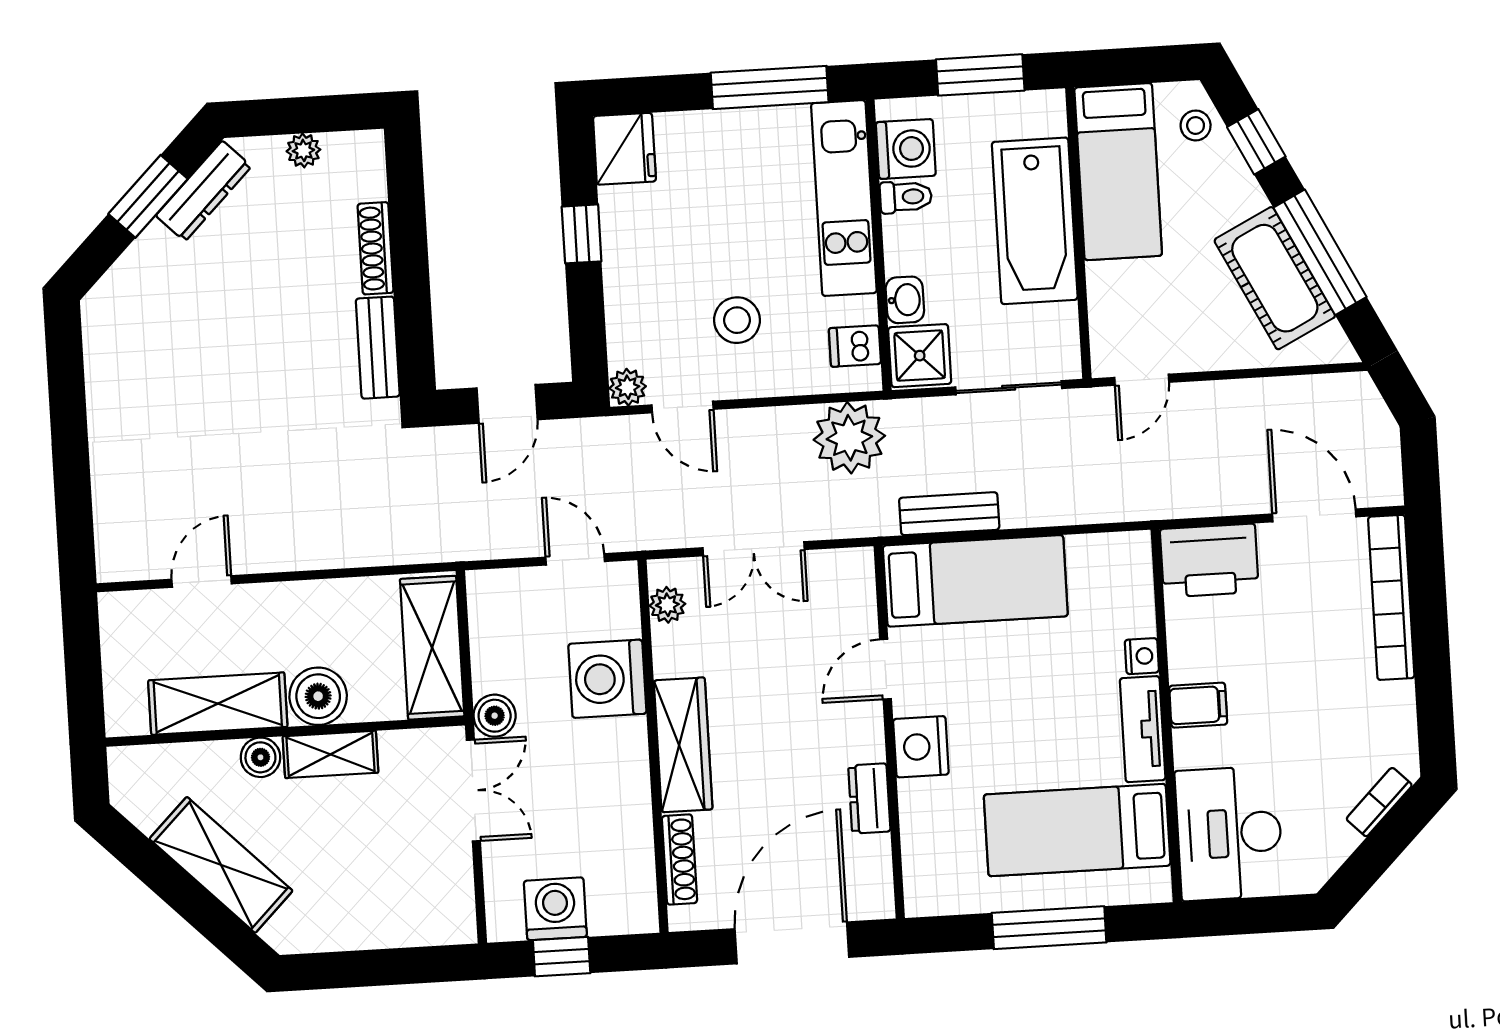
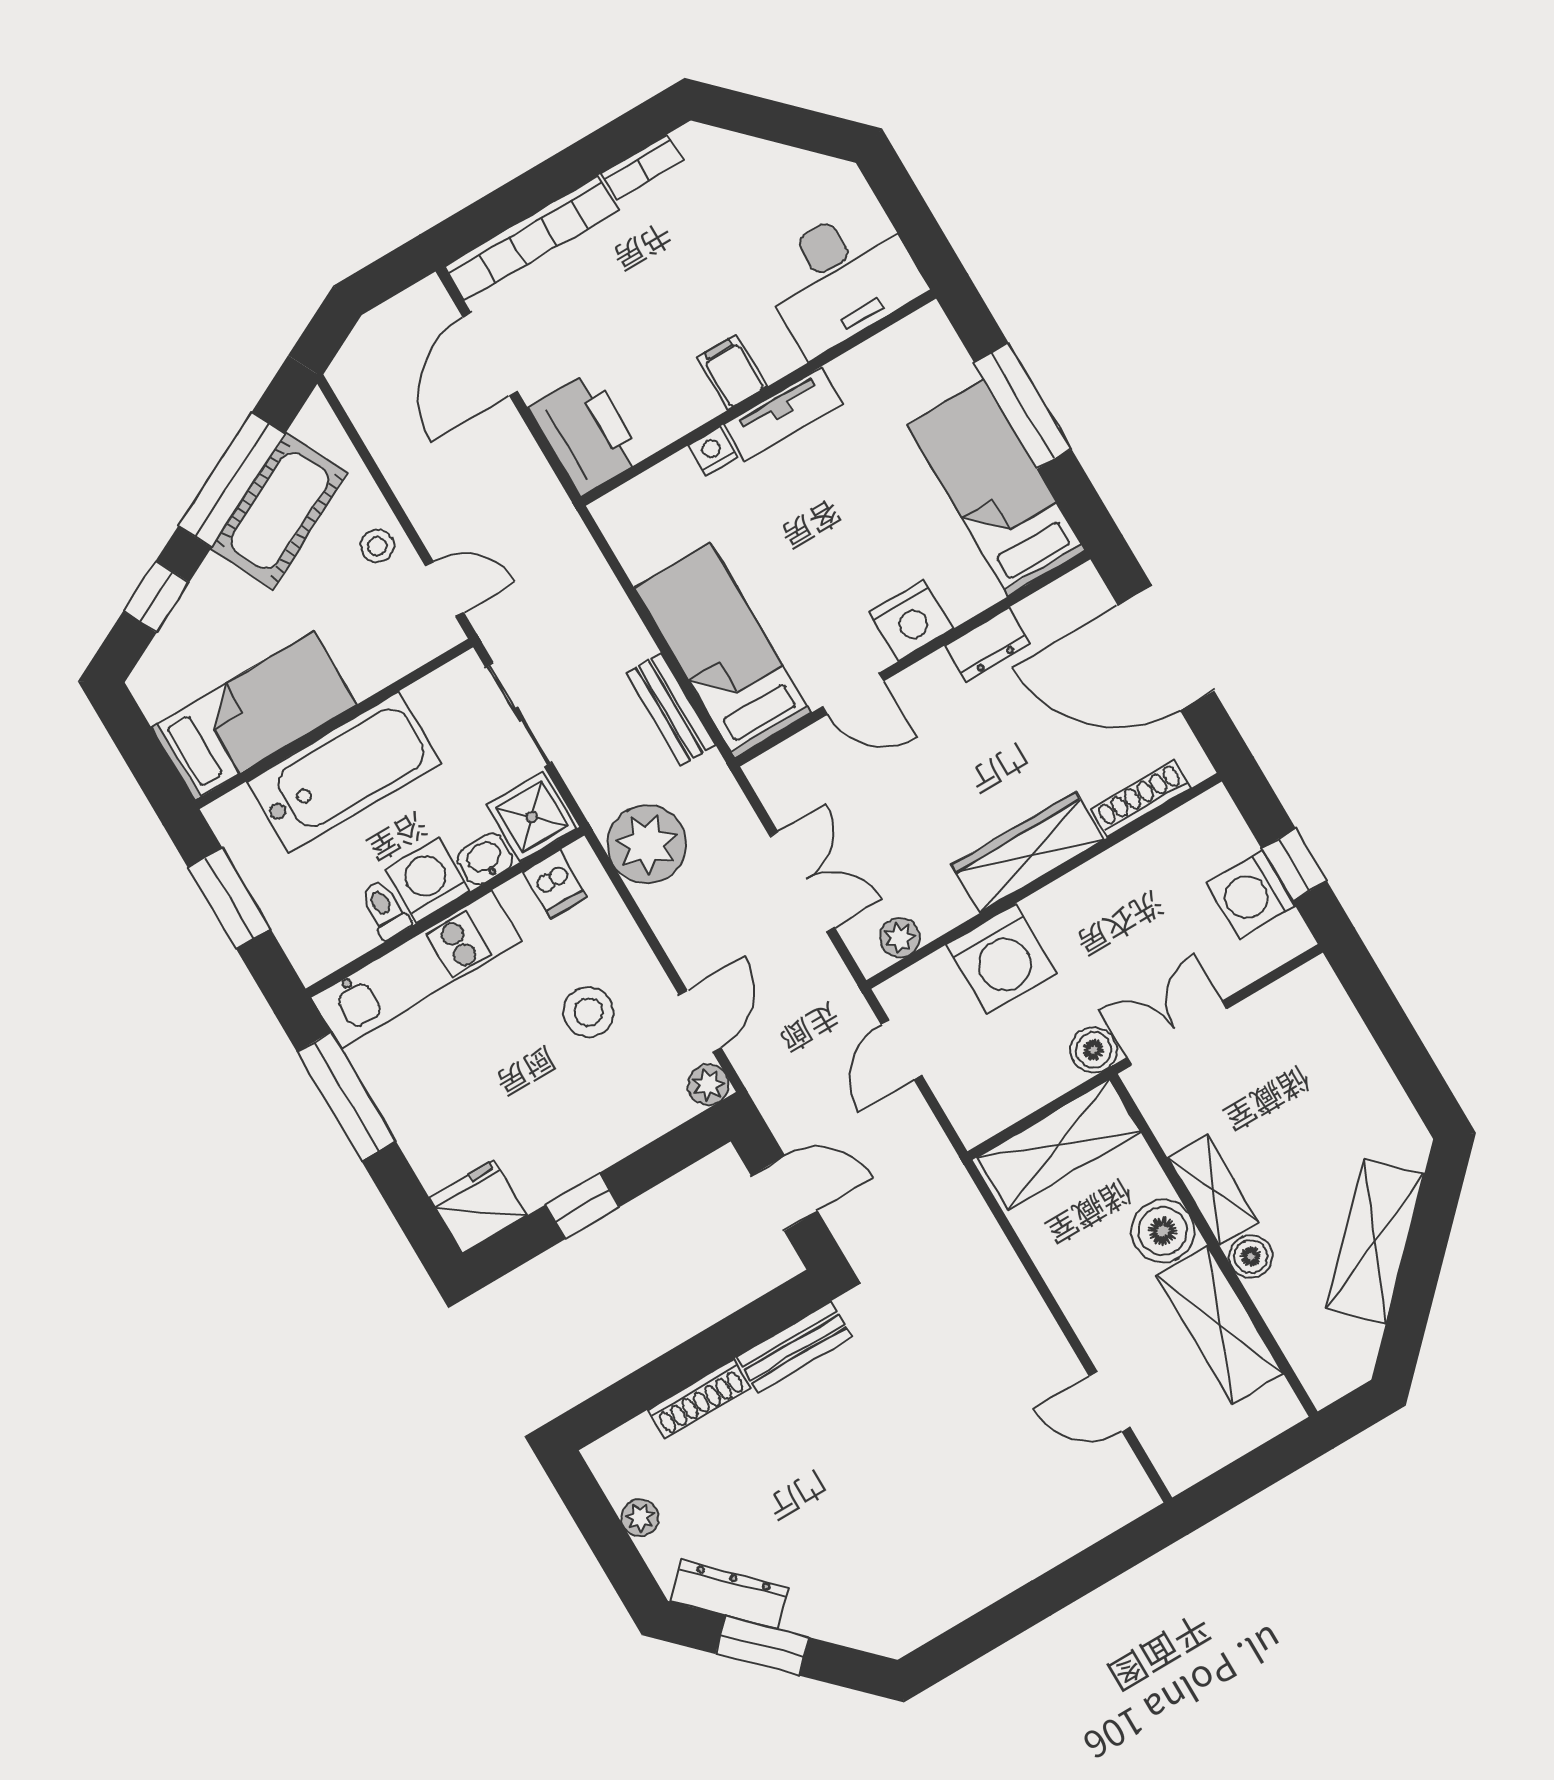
stool: (1196, 125) -> (377, 546), moved
washing machine: (906, 149) -> (428, 880), moved
bookcase: (1379, 802) -> (642, 167), moved, turned -45
bed: (1077, 830) -> (996, 488), moved, turned 180

